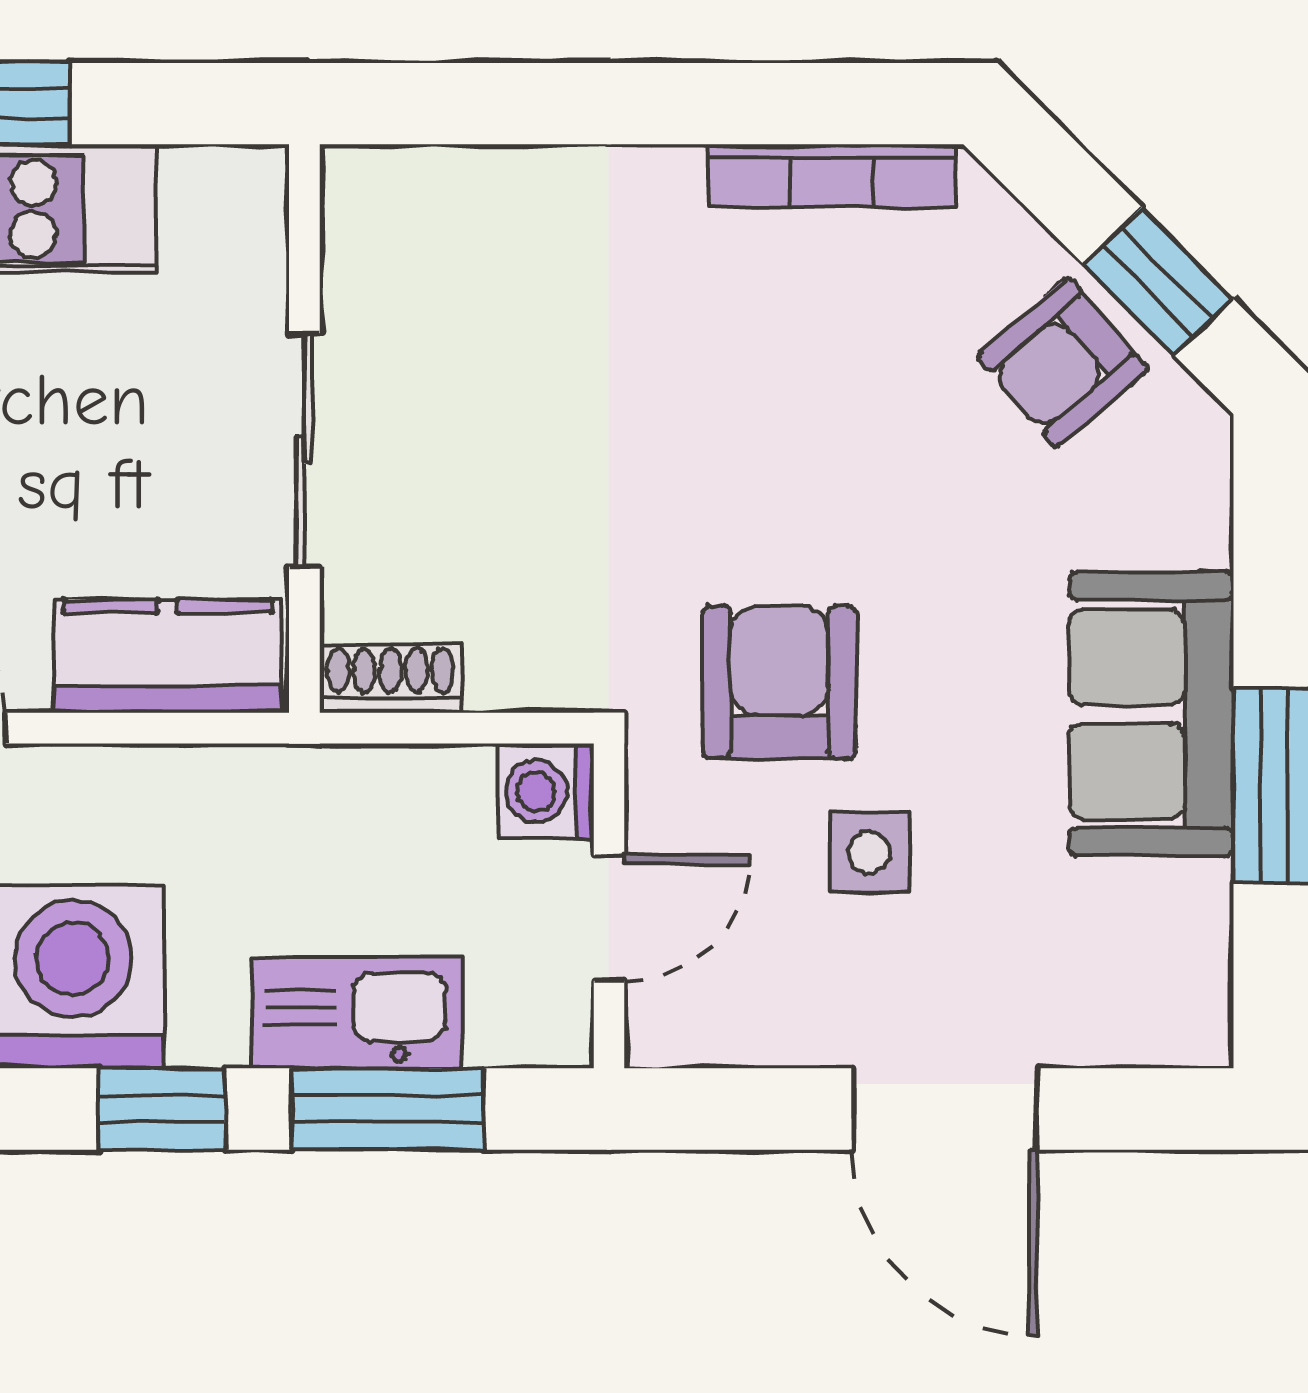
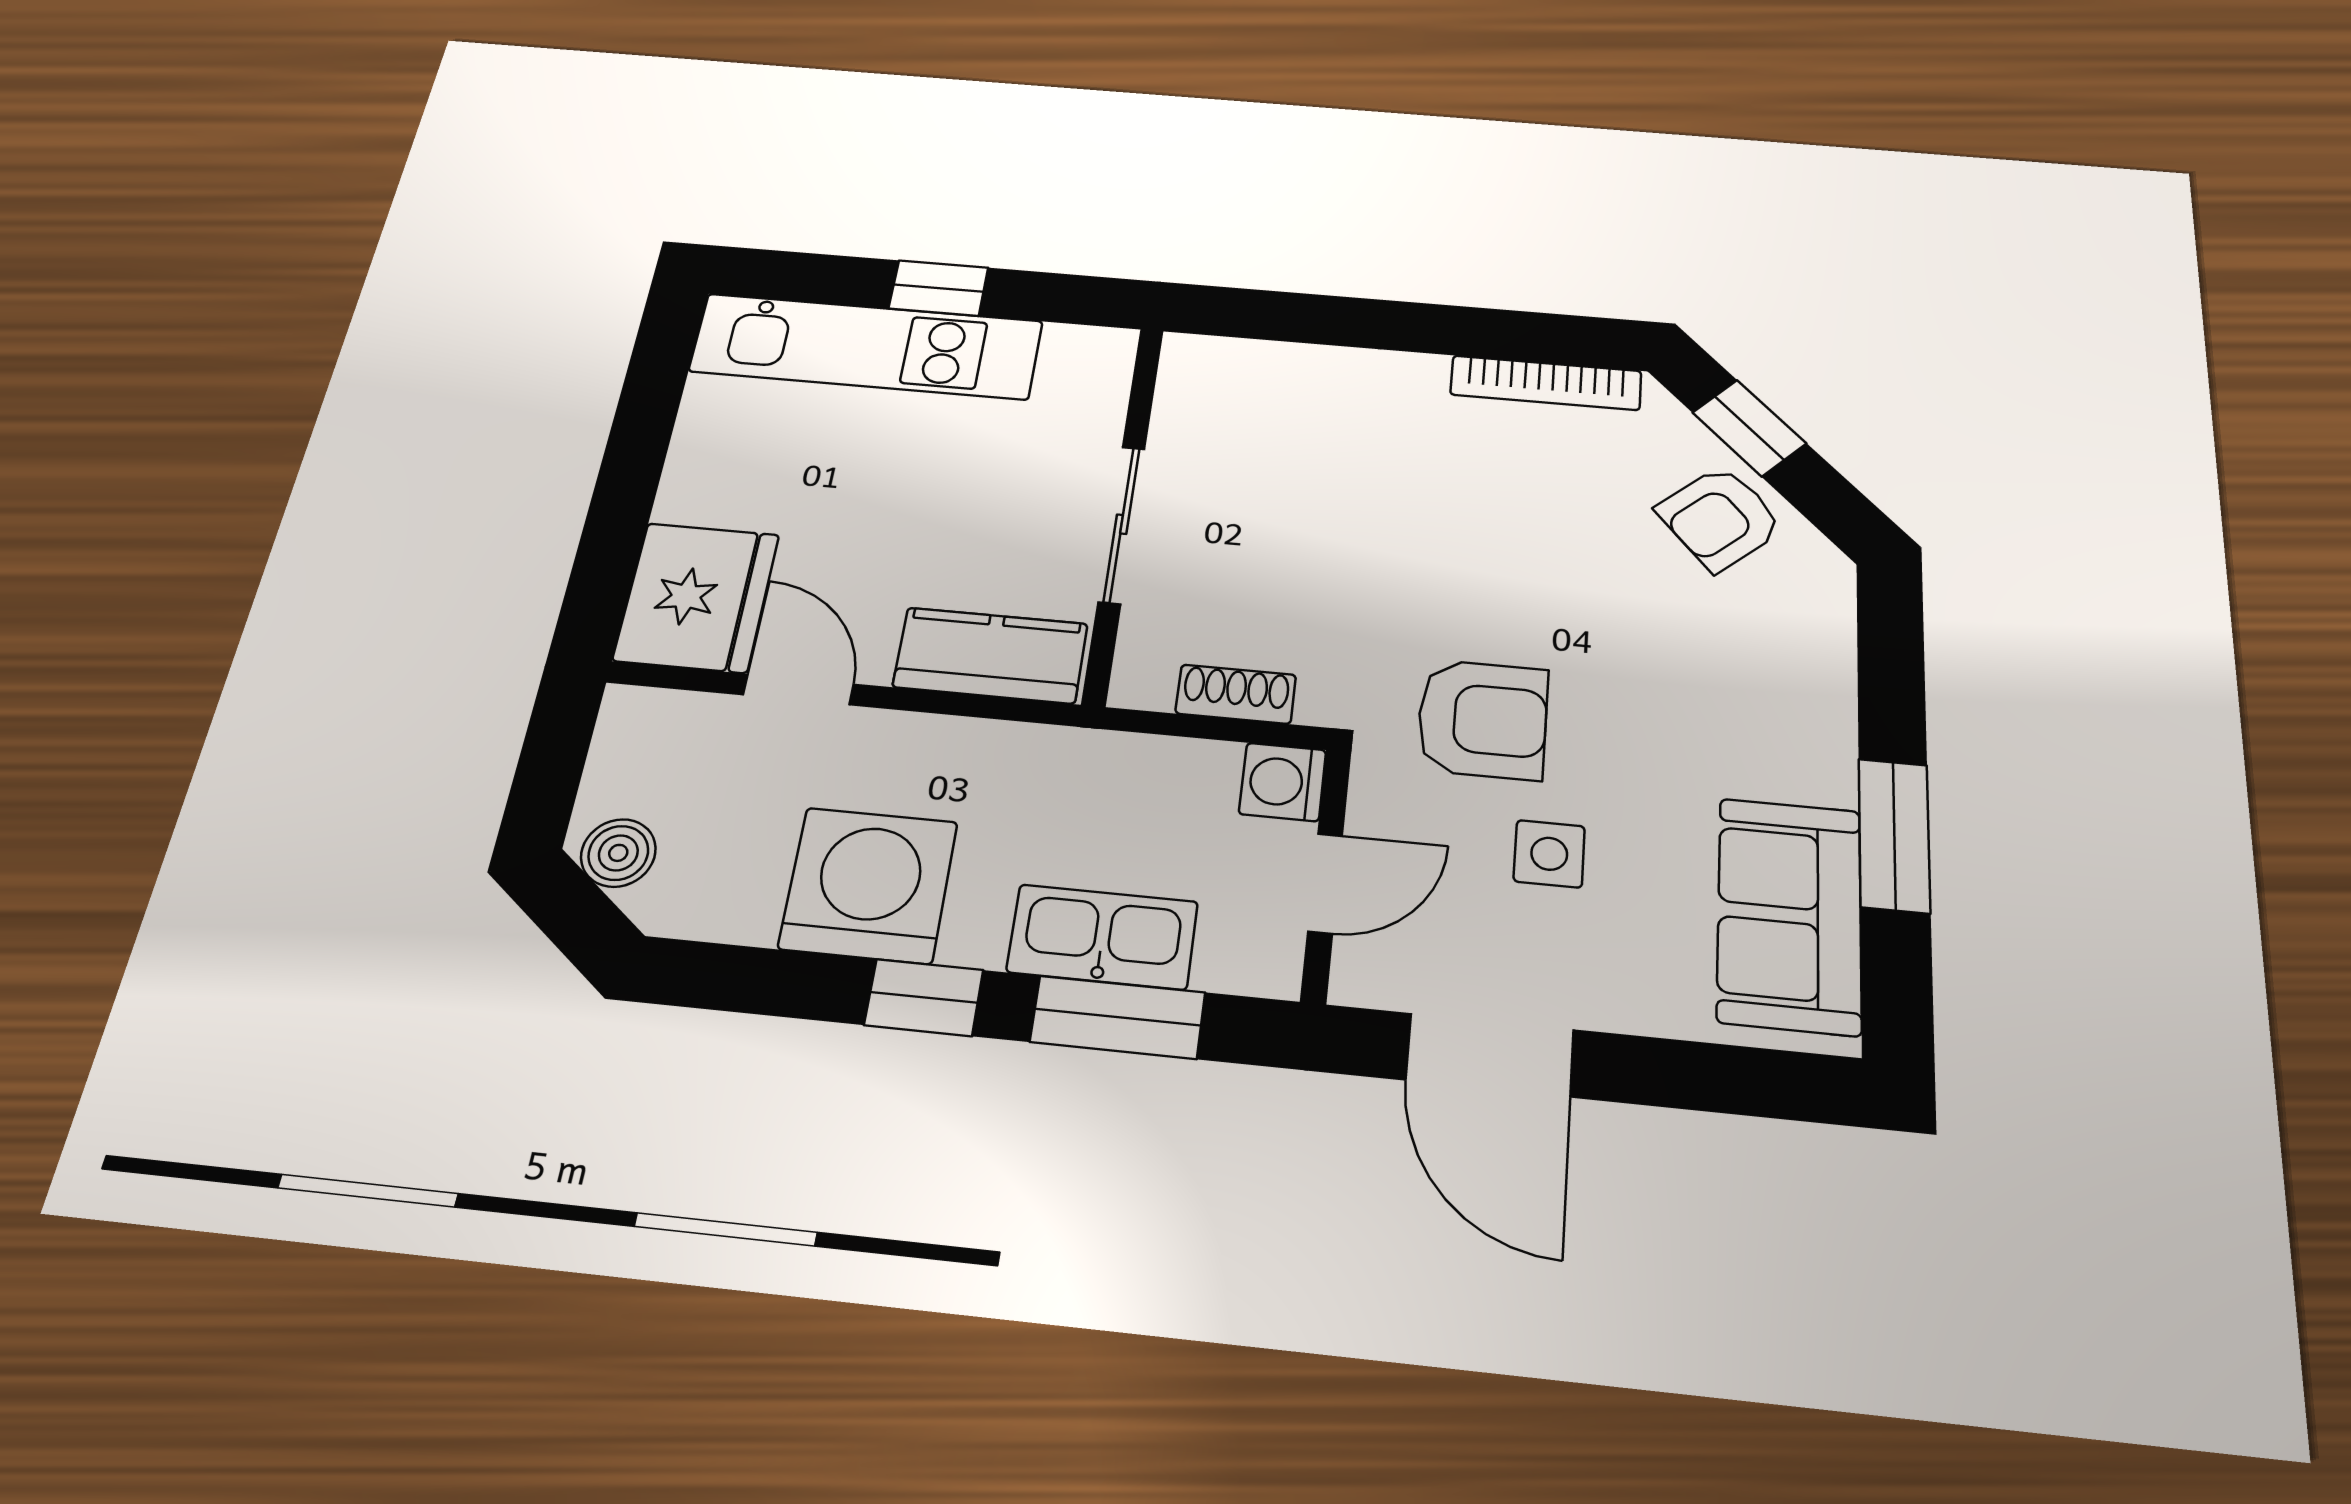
window: (1158, 281) -> (1749, 428), moved
shoe rack: (390, 679) -> (1236, 694), moved
armchair: (779, 682) -> (1482, 719), turned 90
sofa: (1151, 714) -> (1789, 915), moved
door: (945, 1109) -> (1490, 1055), moved

